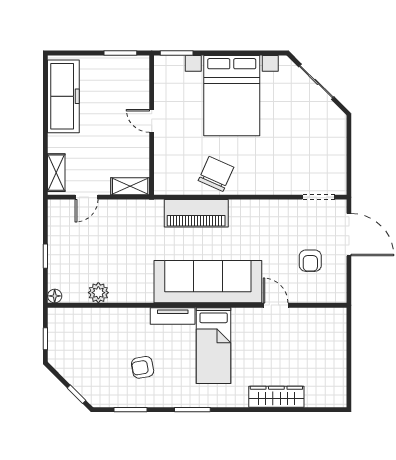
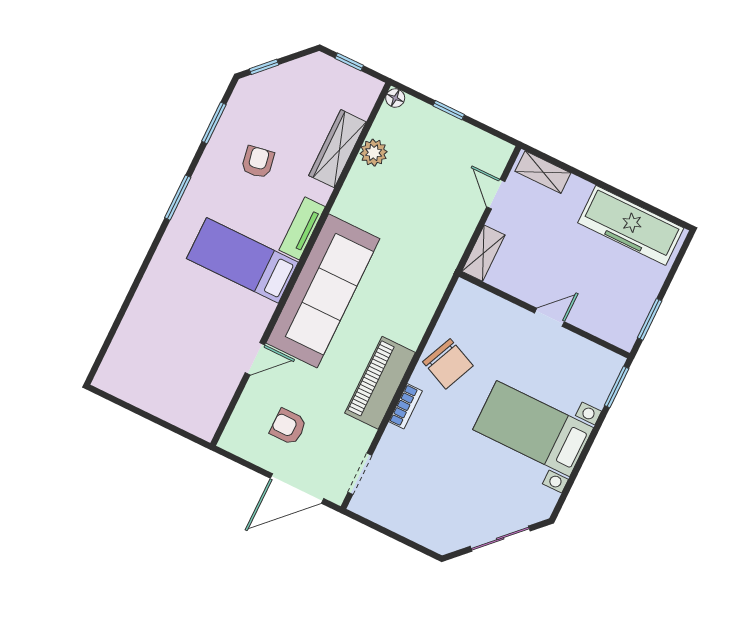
bed with nightstands: (232, 96) -> (533, 429), width x0.73
bookcase: (258, 189) -> (406, 406), added
piano: (196, 213) -> (380, 383), moved
wardrobe: (276, 397) -> (338, 149), moved, turned 180

